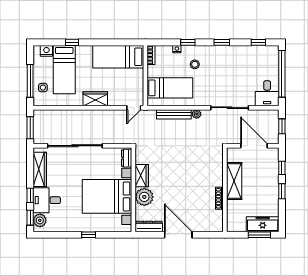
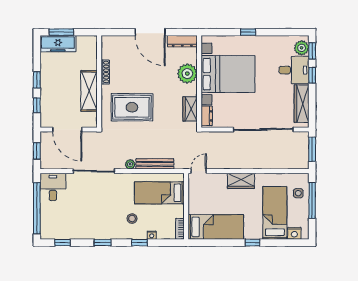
window: (72, 42) -> (253, 243), moved
rug: (195, 166) -> (132, 107), added
wardrobe: (142, 176) -> (190, 109), moved

